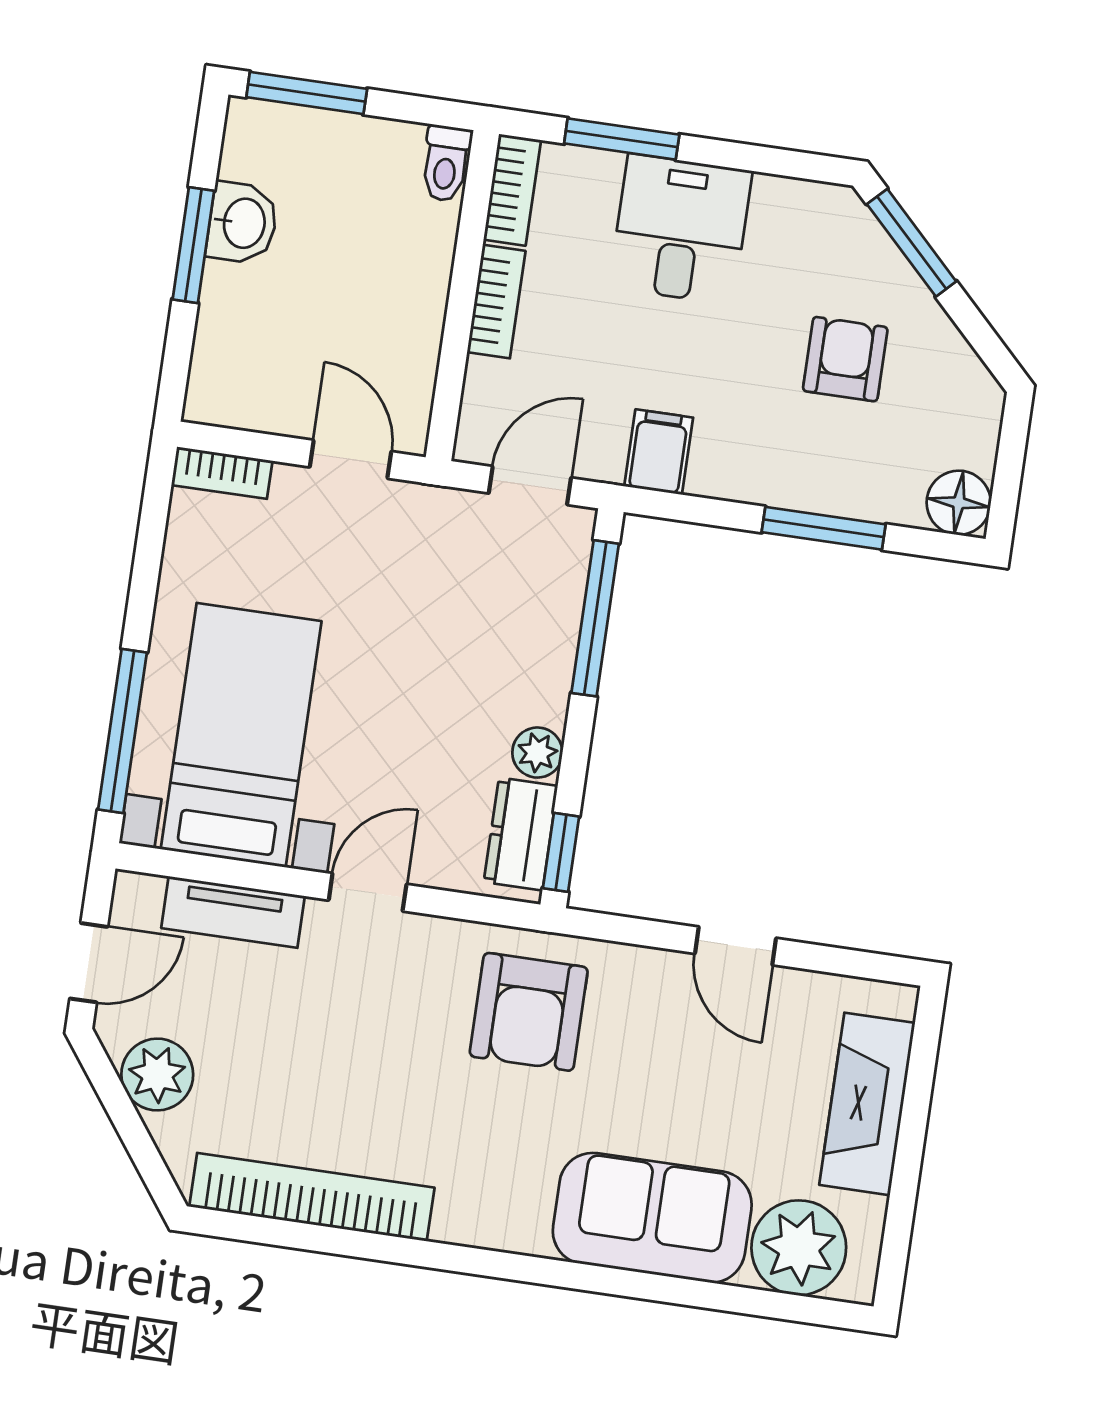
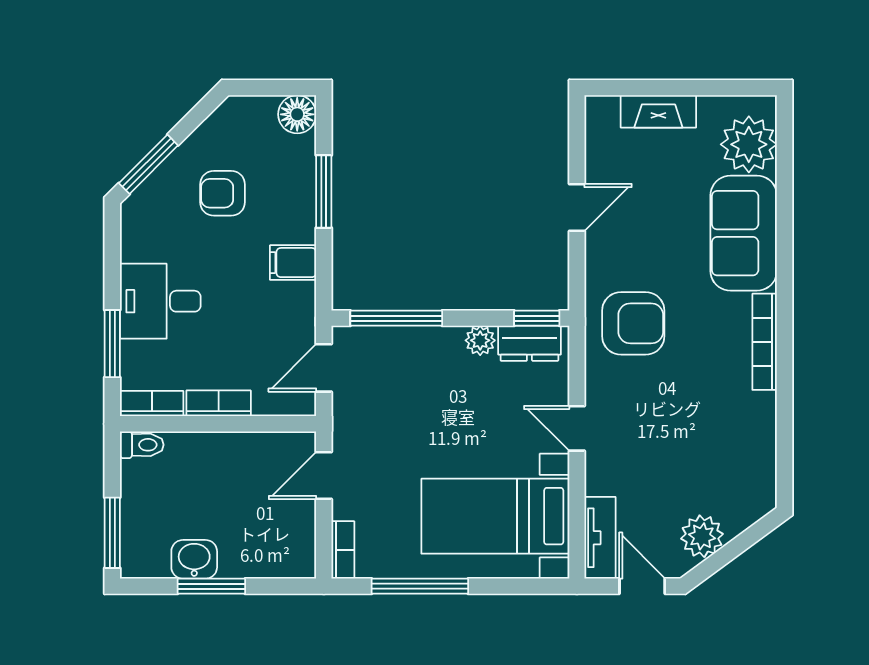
filing cabinet: (659, 452) -> (293, 263), moved
door: (530, 485) -> (324, 368), hinge flipped
window: (123, 731) -> (420, 586), moved
tv unit: (233, 912) -> (600, 538), moved
fireplace: (867, 1104) -> (658, 111), width x0.73, depth x0.76
bookcase: (312, 1197) -> (765, 342), moved, width x0.68, depth x0.76

